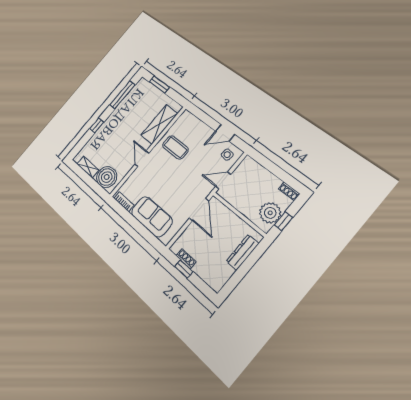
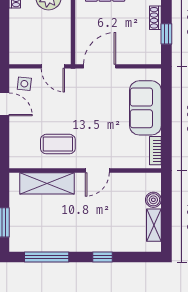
coffee table: (175, 147) -> (58, 144), turned 90
boiler: (107, 177) -> (153, 200), width x0.54, depth x0.54
shoe rack: (186, 259) -> (155, 18), moved

